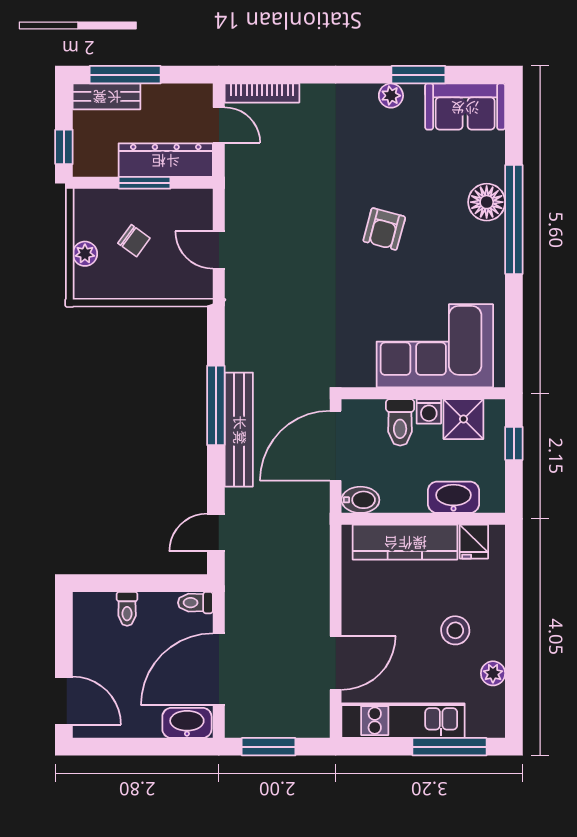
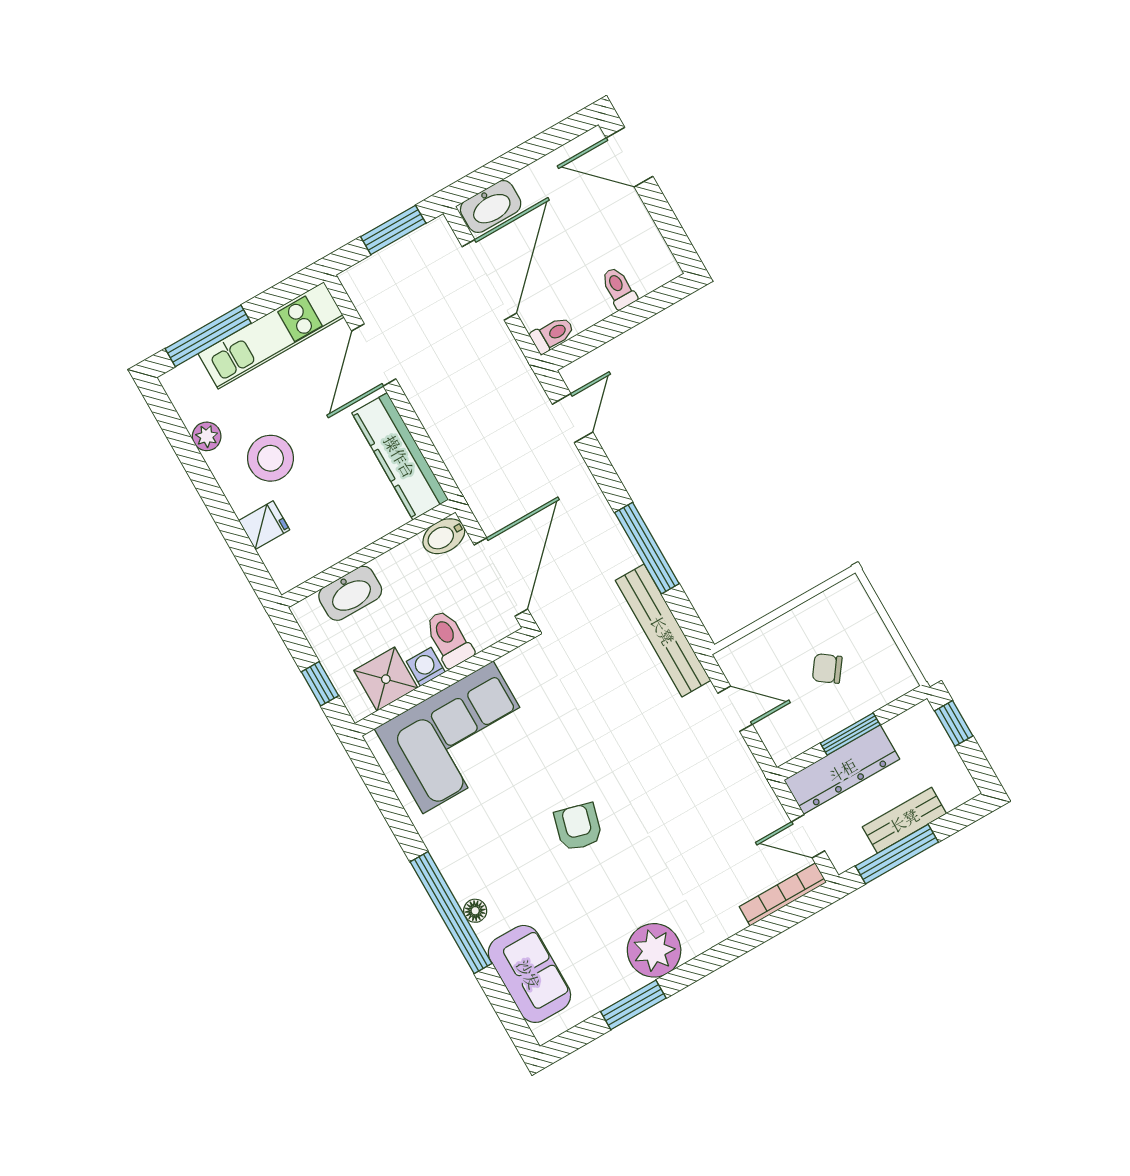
window: (125, 75) -> (897, 854), moved
bench: (107, 96) -> (904, 820), moved
plant: (391, 96) -> (654, 950), width x1.88, depth x1.88
sofa: (465, 107) -> (529, 974), moved, turned 90
floor lamp: (487, 202) -> (475, 911), width x0.53, depth x0.53
plant: (85, 254) -> (870, 626), removed
bench: (239, 430) -> (663, 630), moved
kitchen counter: (405, 542) -> (400, 456), moved, turned -90
fridge: (474, 542) -> (264, 525), moved, turned 90
stool: (455, 630) -> (270, 458), width x1.38, depth x1.38

